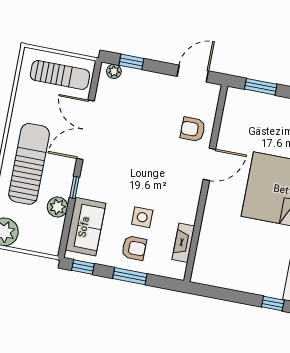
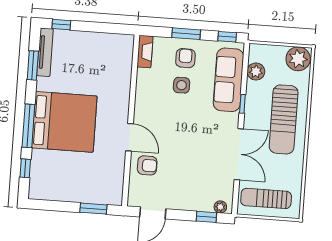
door: (209, 164) -> (129, 137), swing flipped
plant: (58, 207) -> (256, 72), moved
sofa: (85, 227) -> (228, 80), width x1.36
fireplace: (183, 243) -> (145, 52), moved
armchair: (134, 248) -> (185, 58), turned 90

